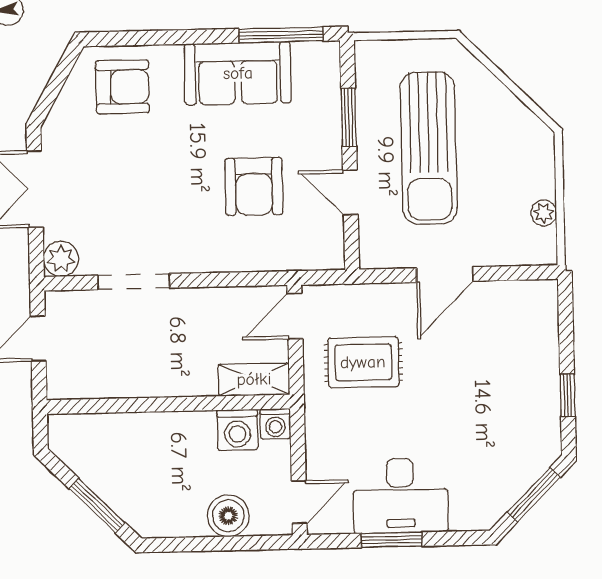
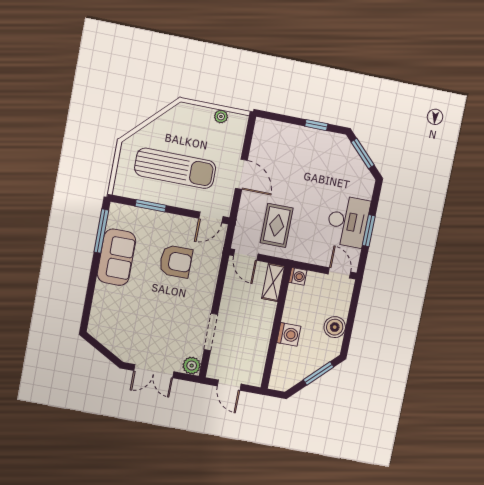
armchair: (122, 87) -> (111, 317), removed
door: (350, 192) -> (211, 217), moved
washing machine: (237, 430) -> (289, 334), moved
boiler: (228, 516) -> (335, 327), moved

